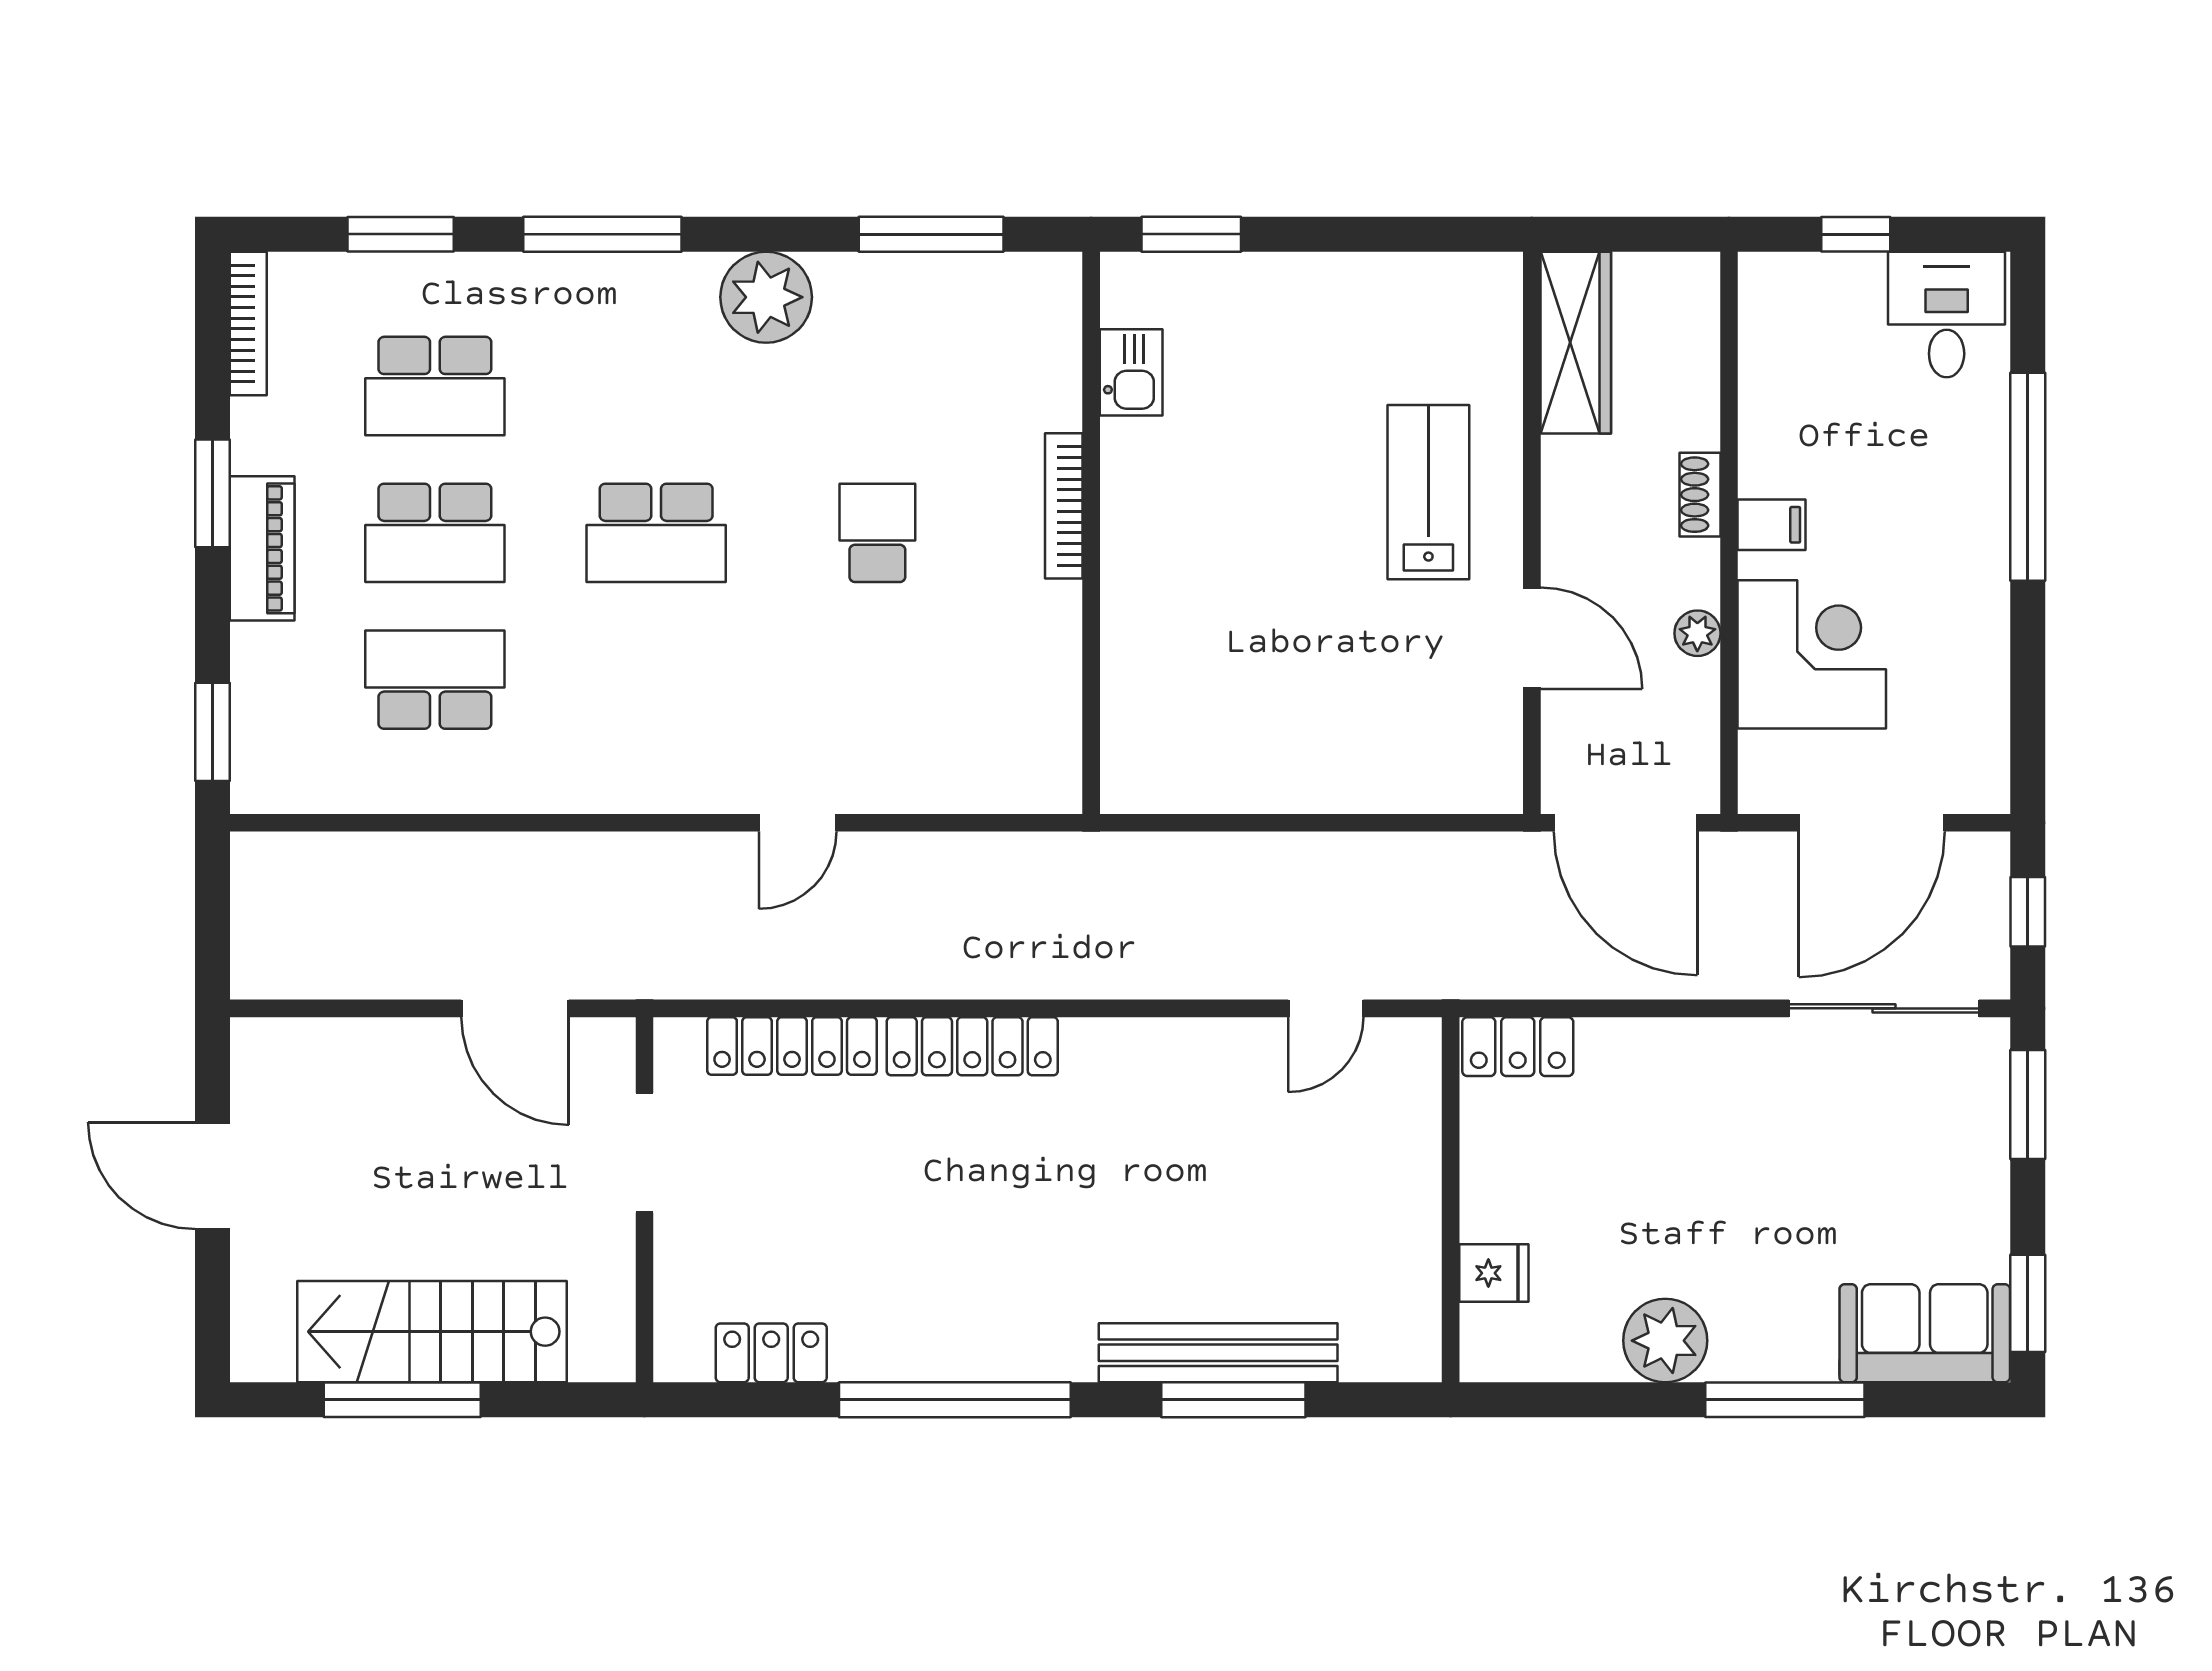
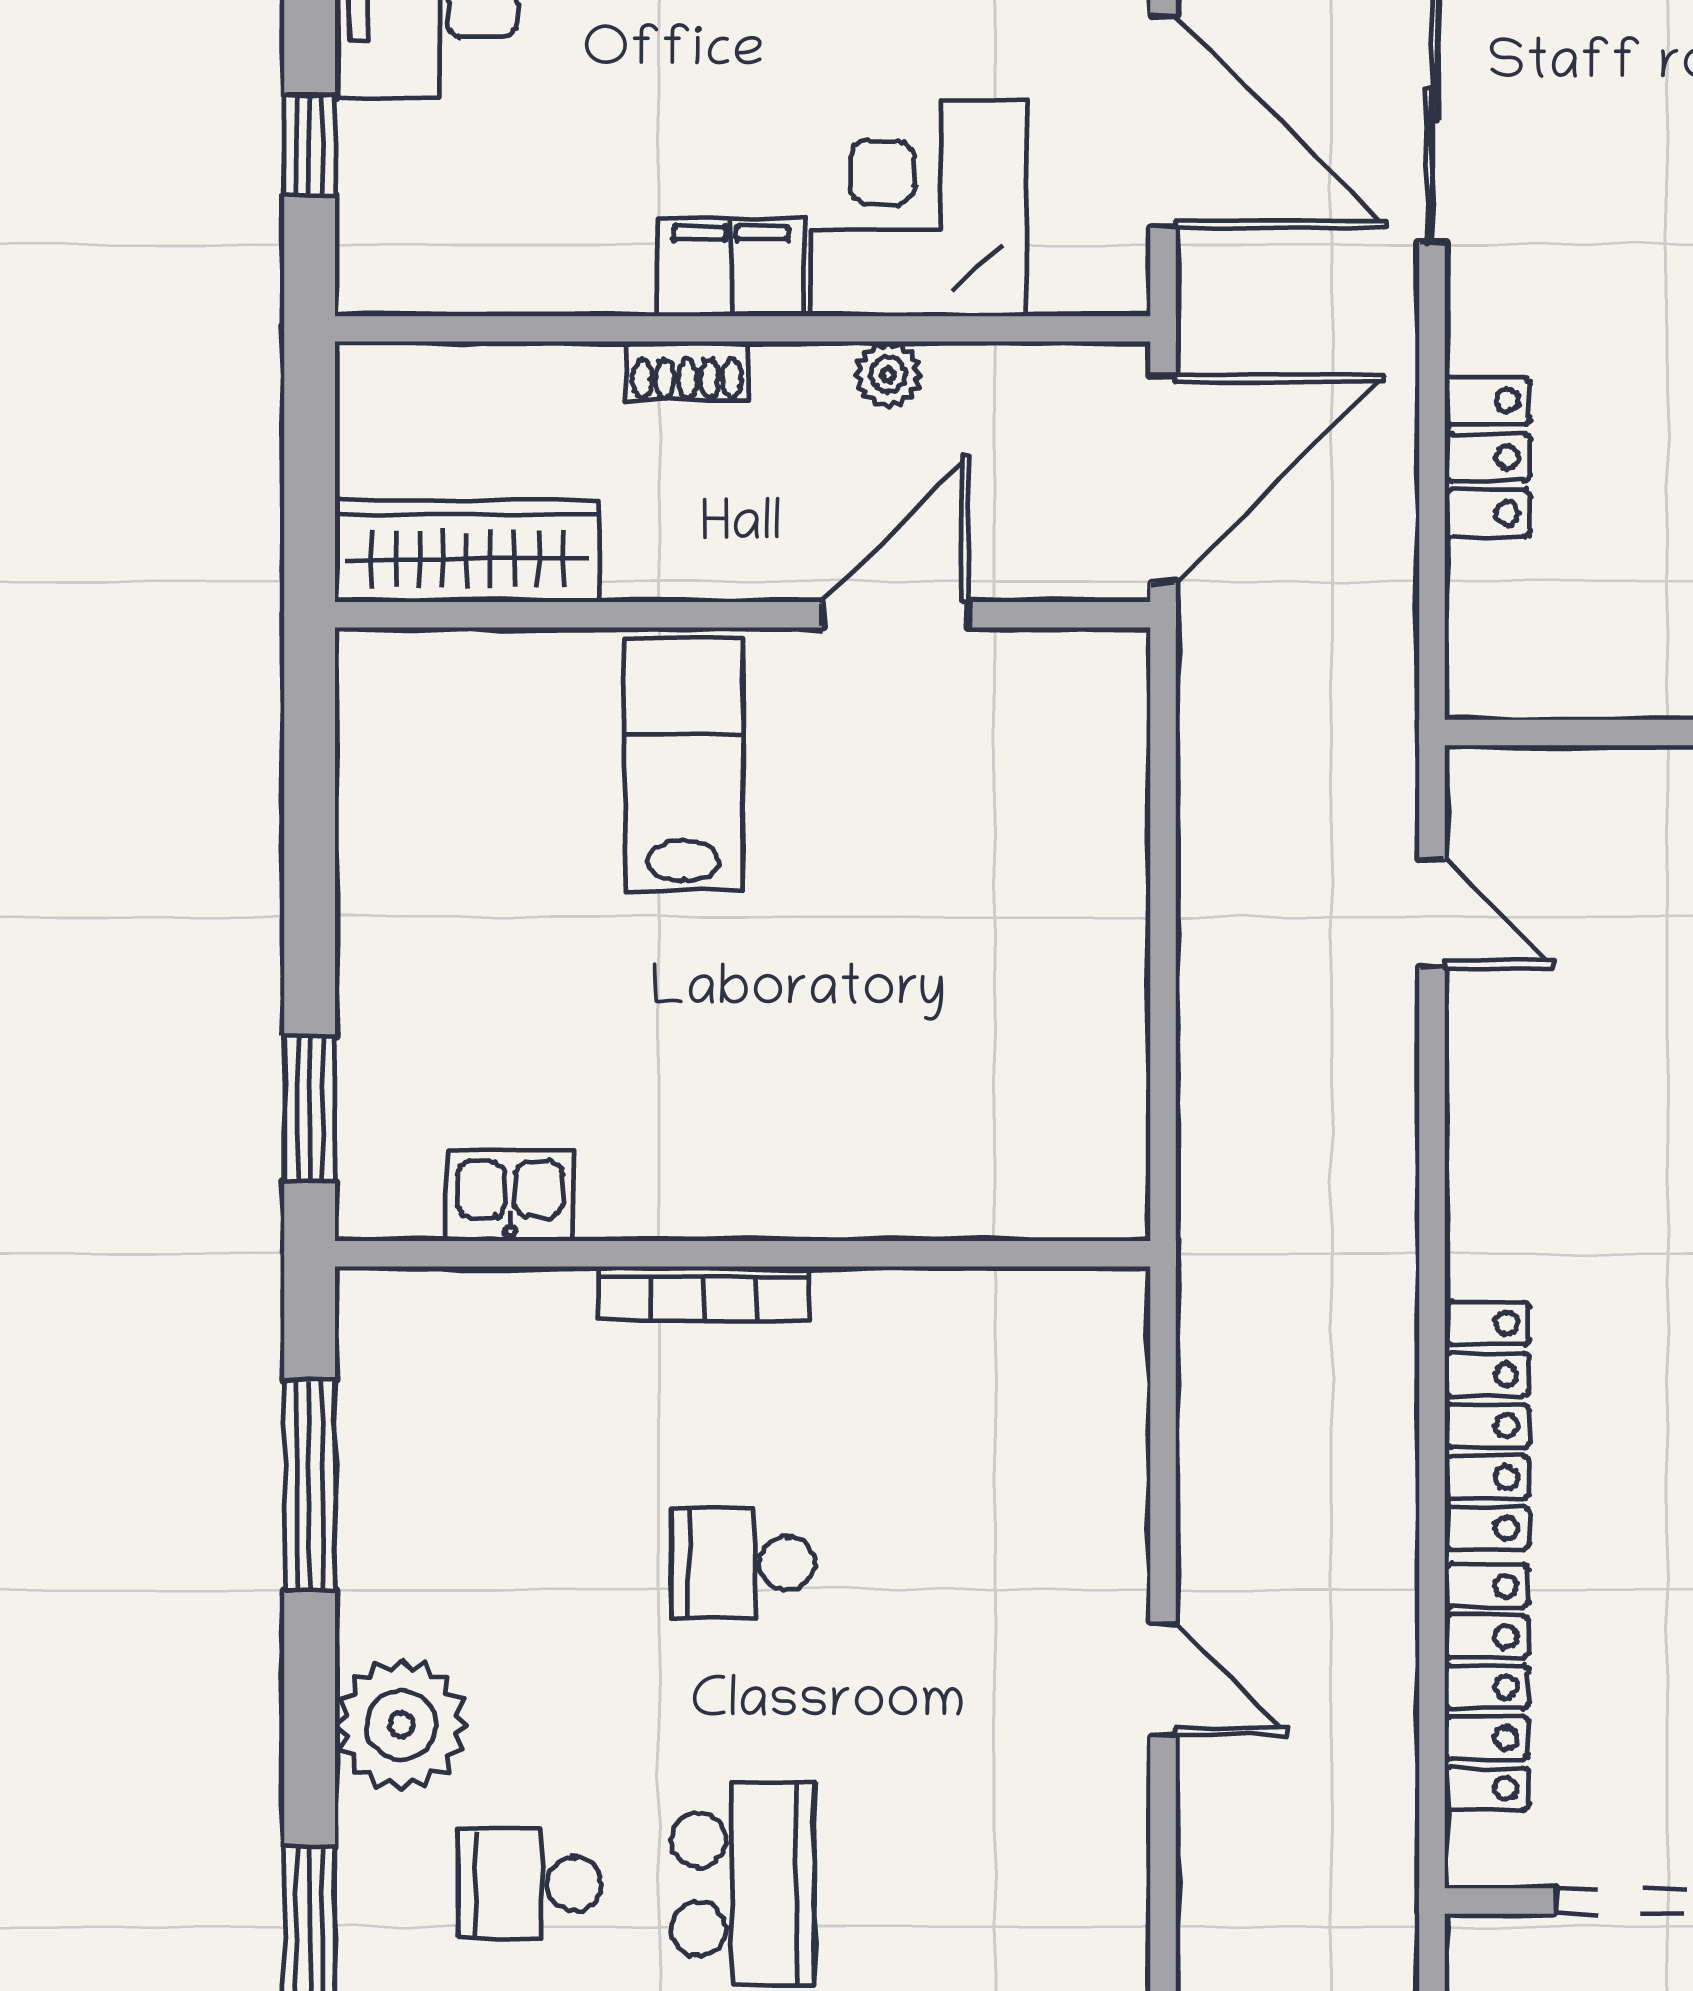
school desk: (656, 386) -> (530, 1884), added
lab bench: (1428, 492) -> (683, 765), turned 90
filing cabinet: (1772, 525) -> (731, 267), width x2.00
locker: (1518, 1047) -> (1487, 457), moved

